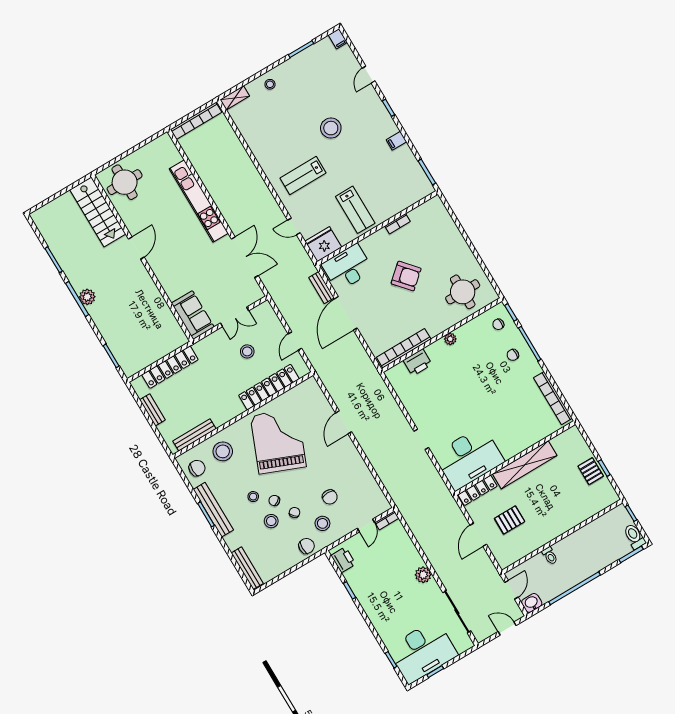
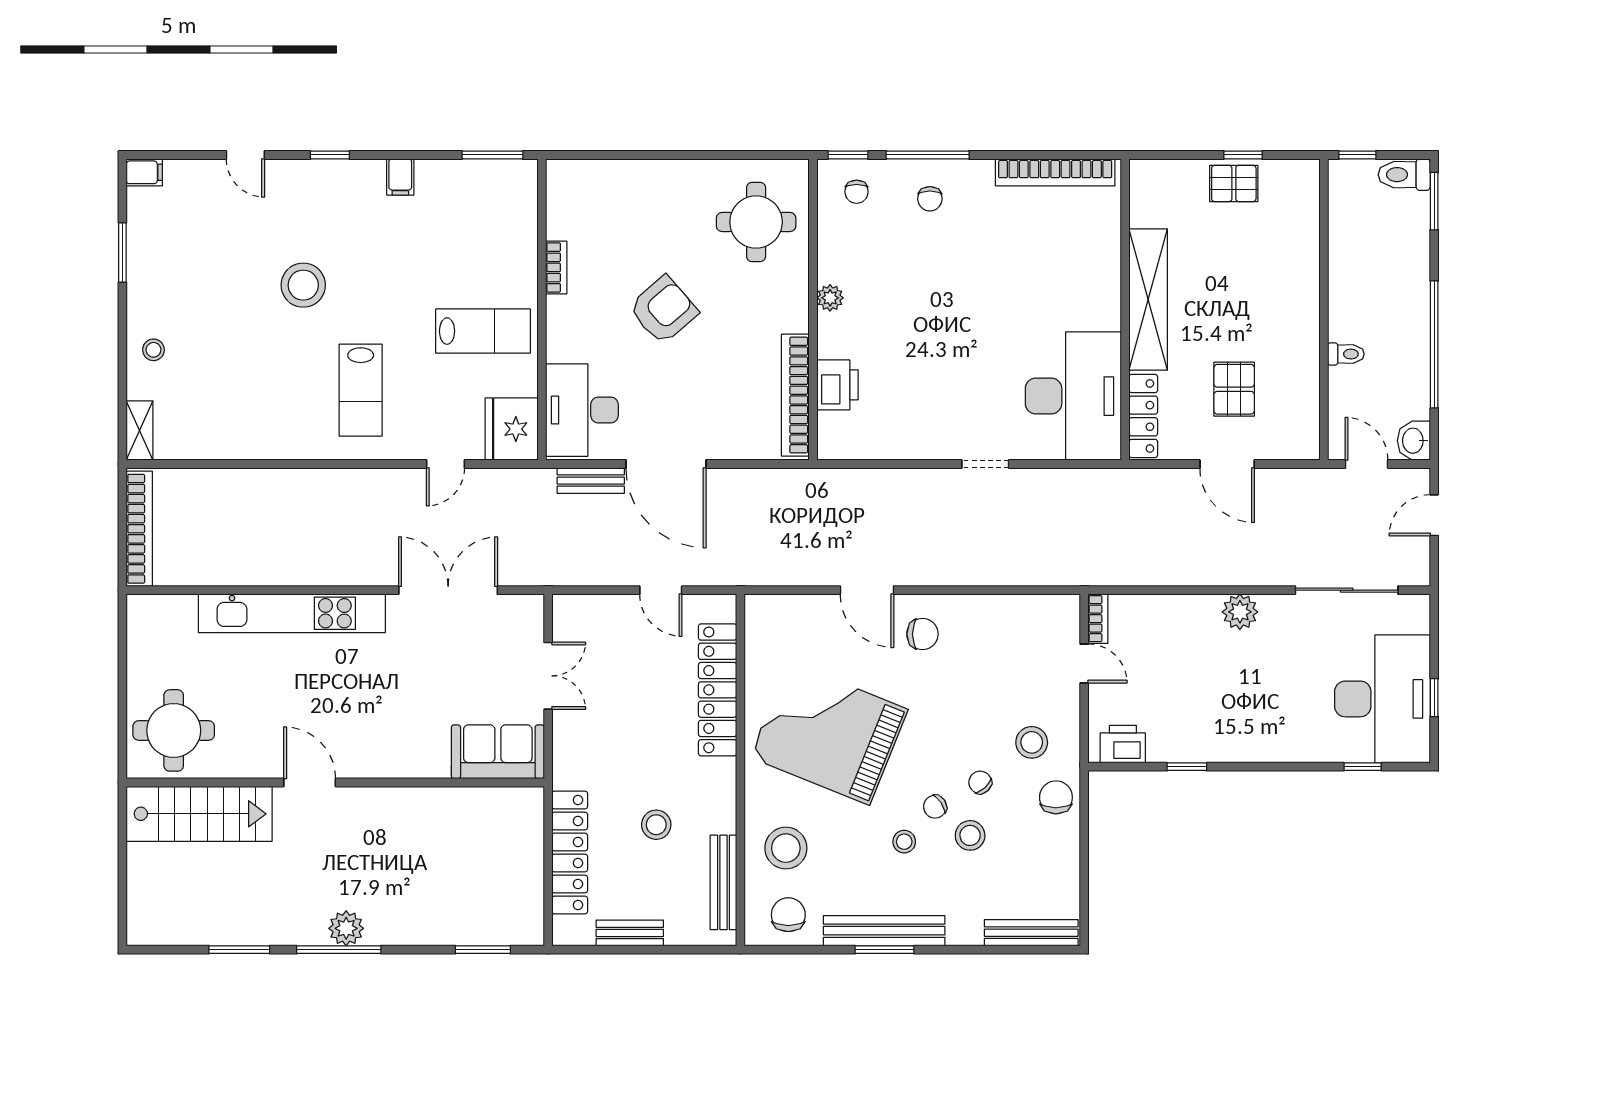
stool: (247, 351) -> (656, 825), moved
chair: (330, 497) -> (922, 634), moved

